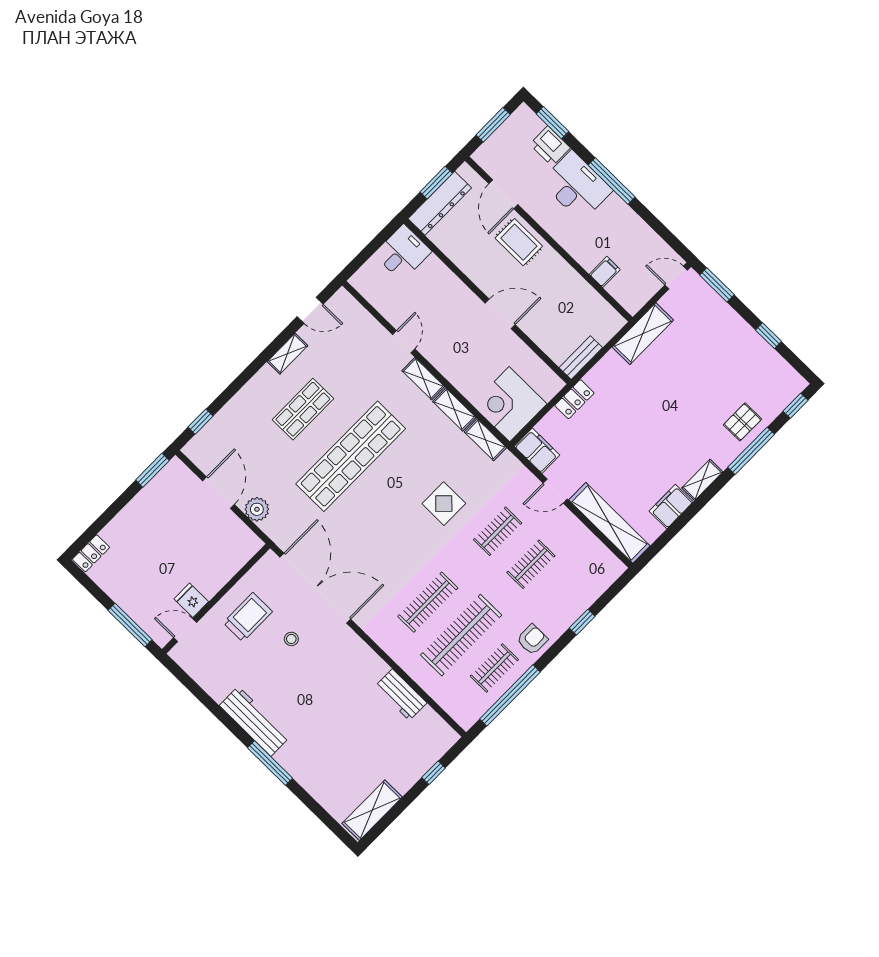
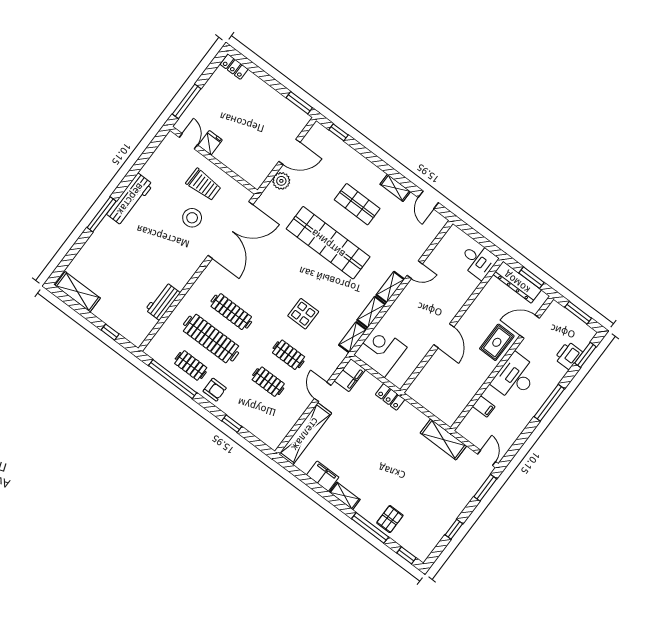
desk: (576, 186) -> (515, 377), moved, turned 180
bench: (581, 358) -> (420, 398), removed
pallet: (743, 422) -> (390, 519), turned 90
stool: (291, 639) -> (192, 218), width x1.89, depth x1.89

